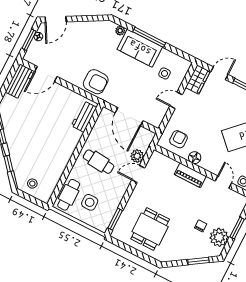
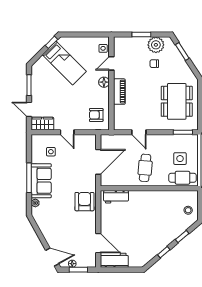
plant: (137, 156) -> (125, 140), removed
floor lamp: (195, 158) -> (104, 82), moved
dining table: (150, 229) -> (177, 101), width x1.38

